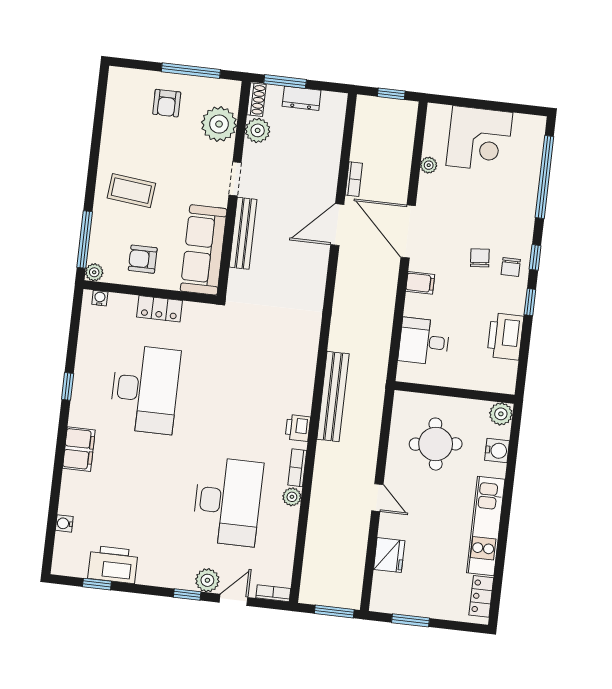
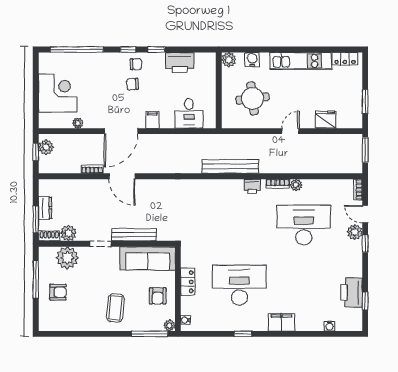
plant: (397, 111) -> (46, 147), added

